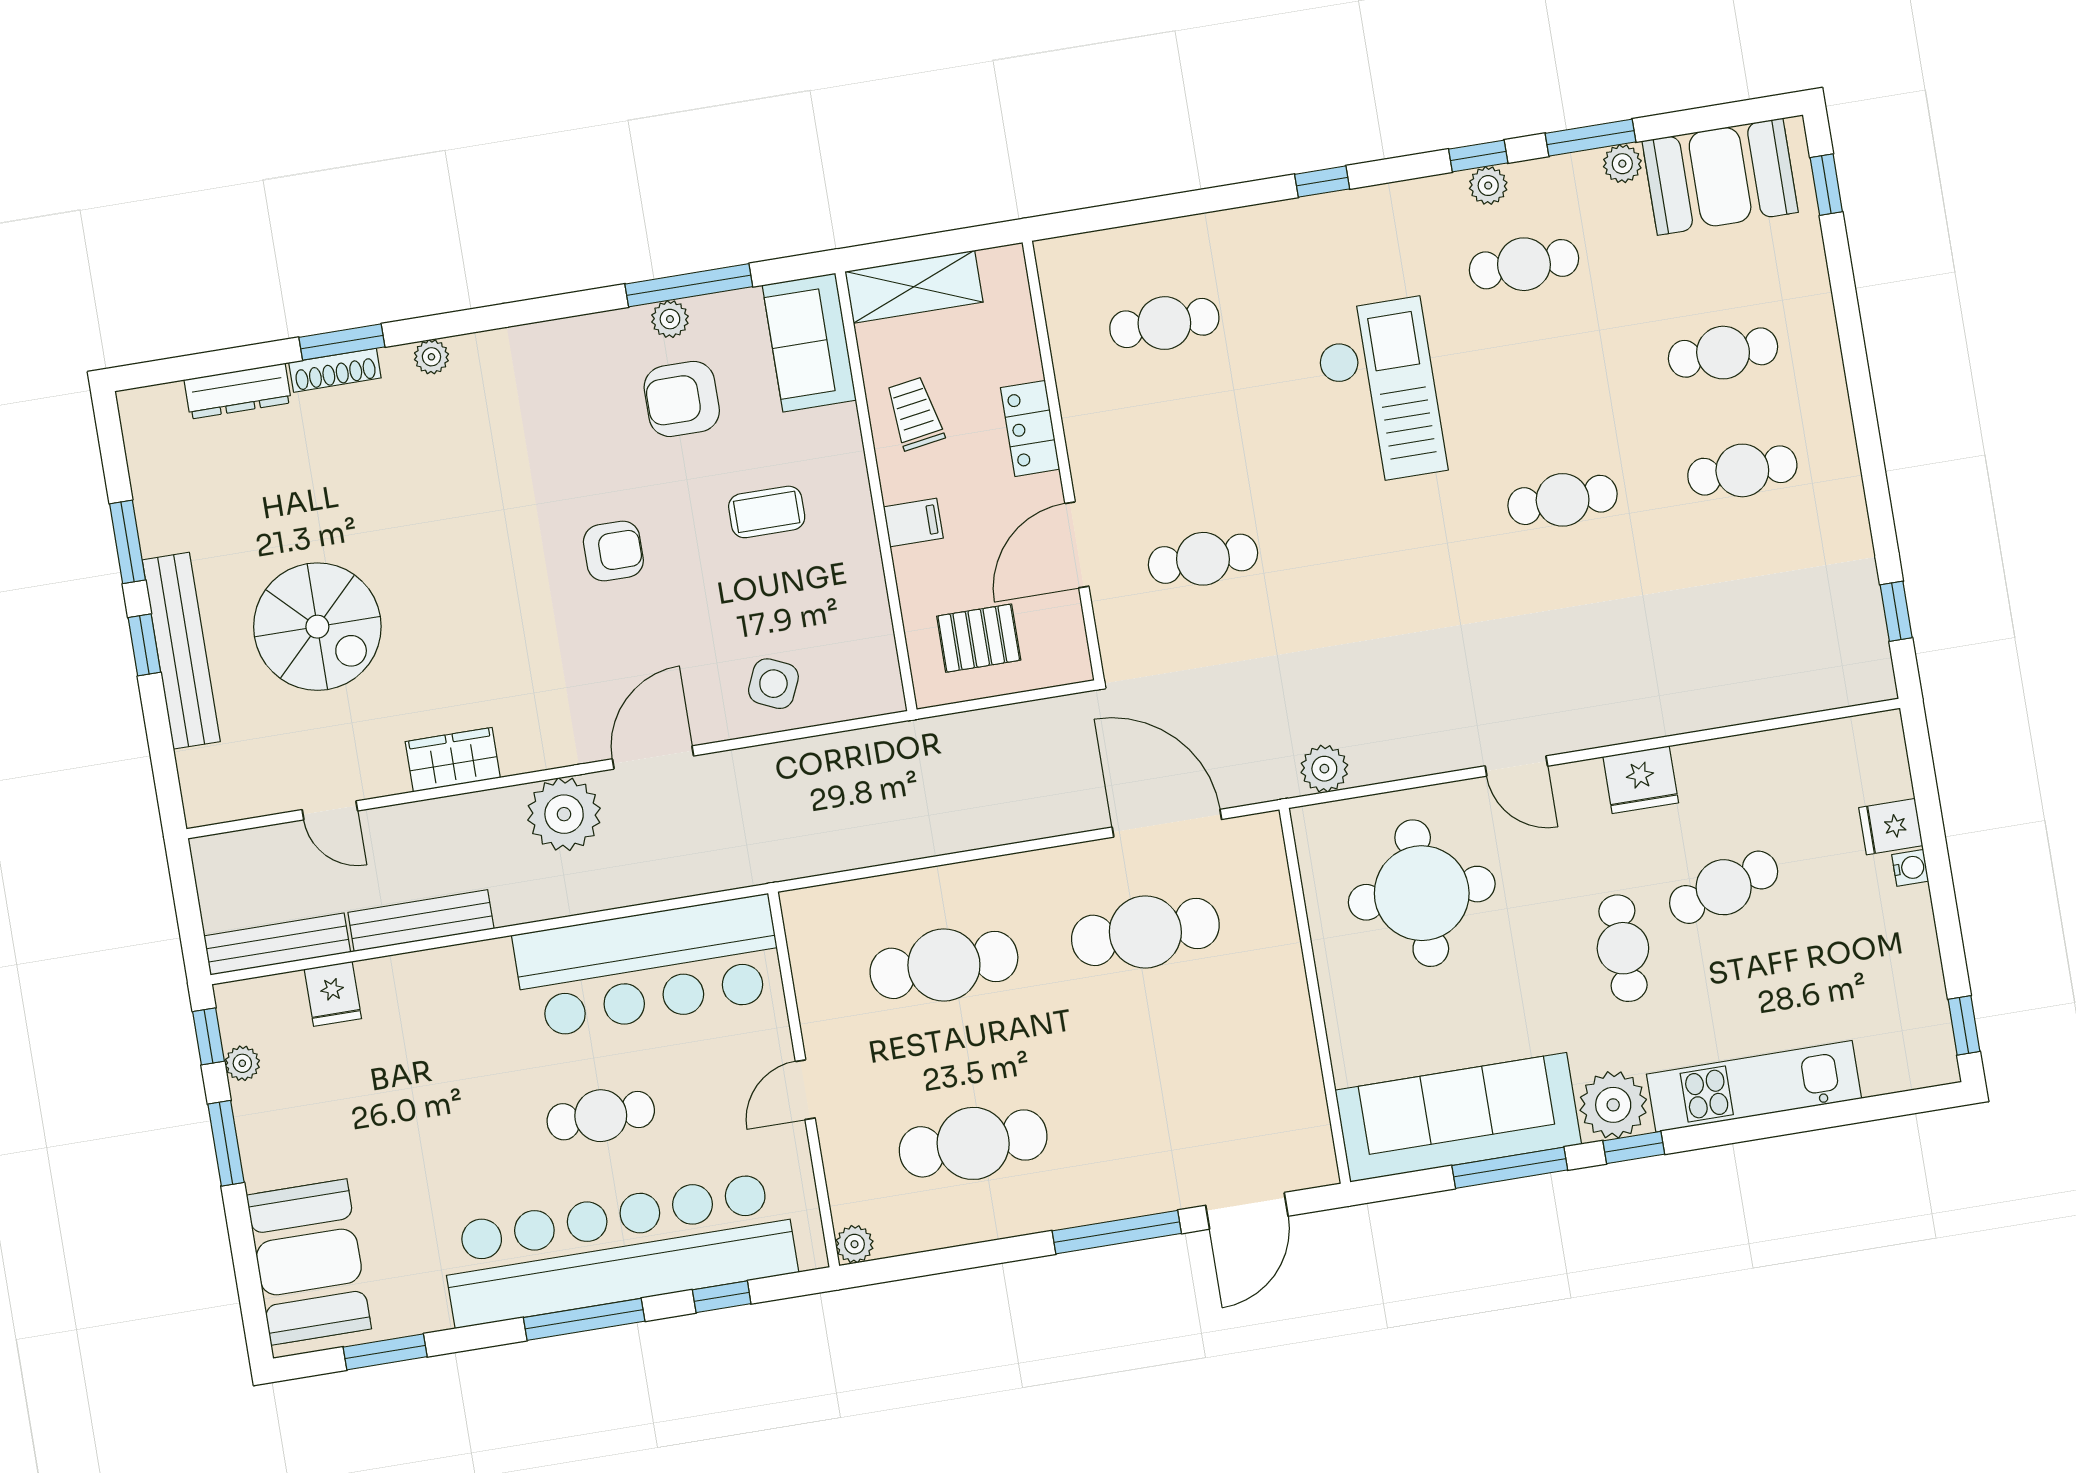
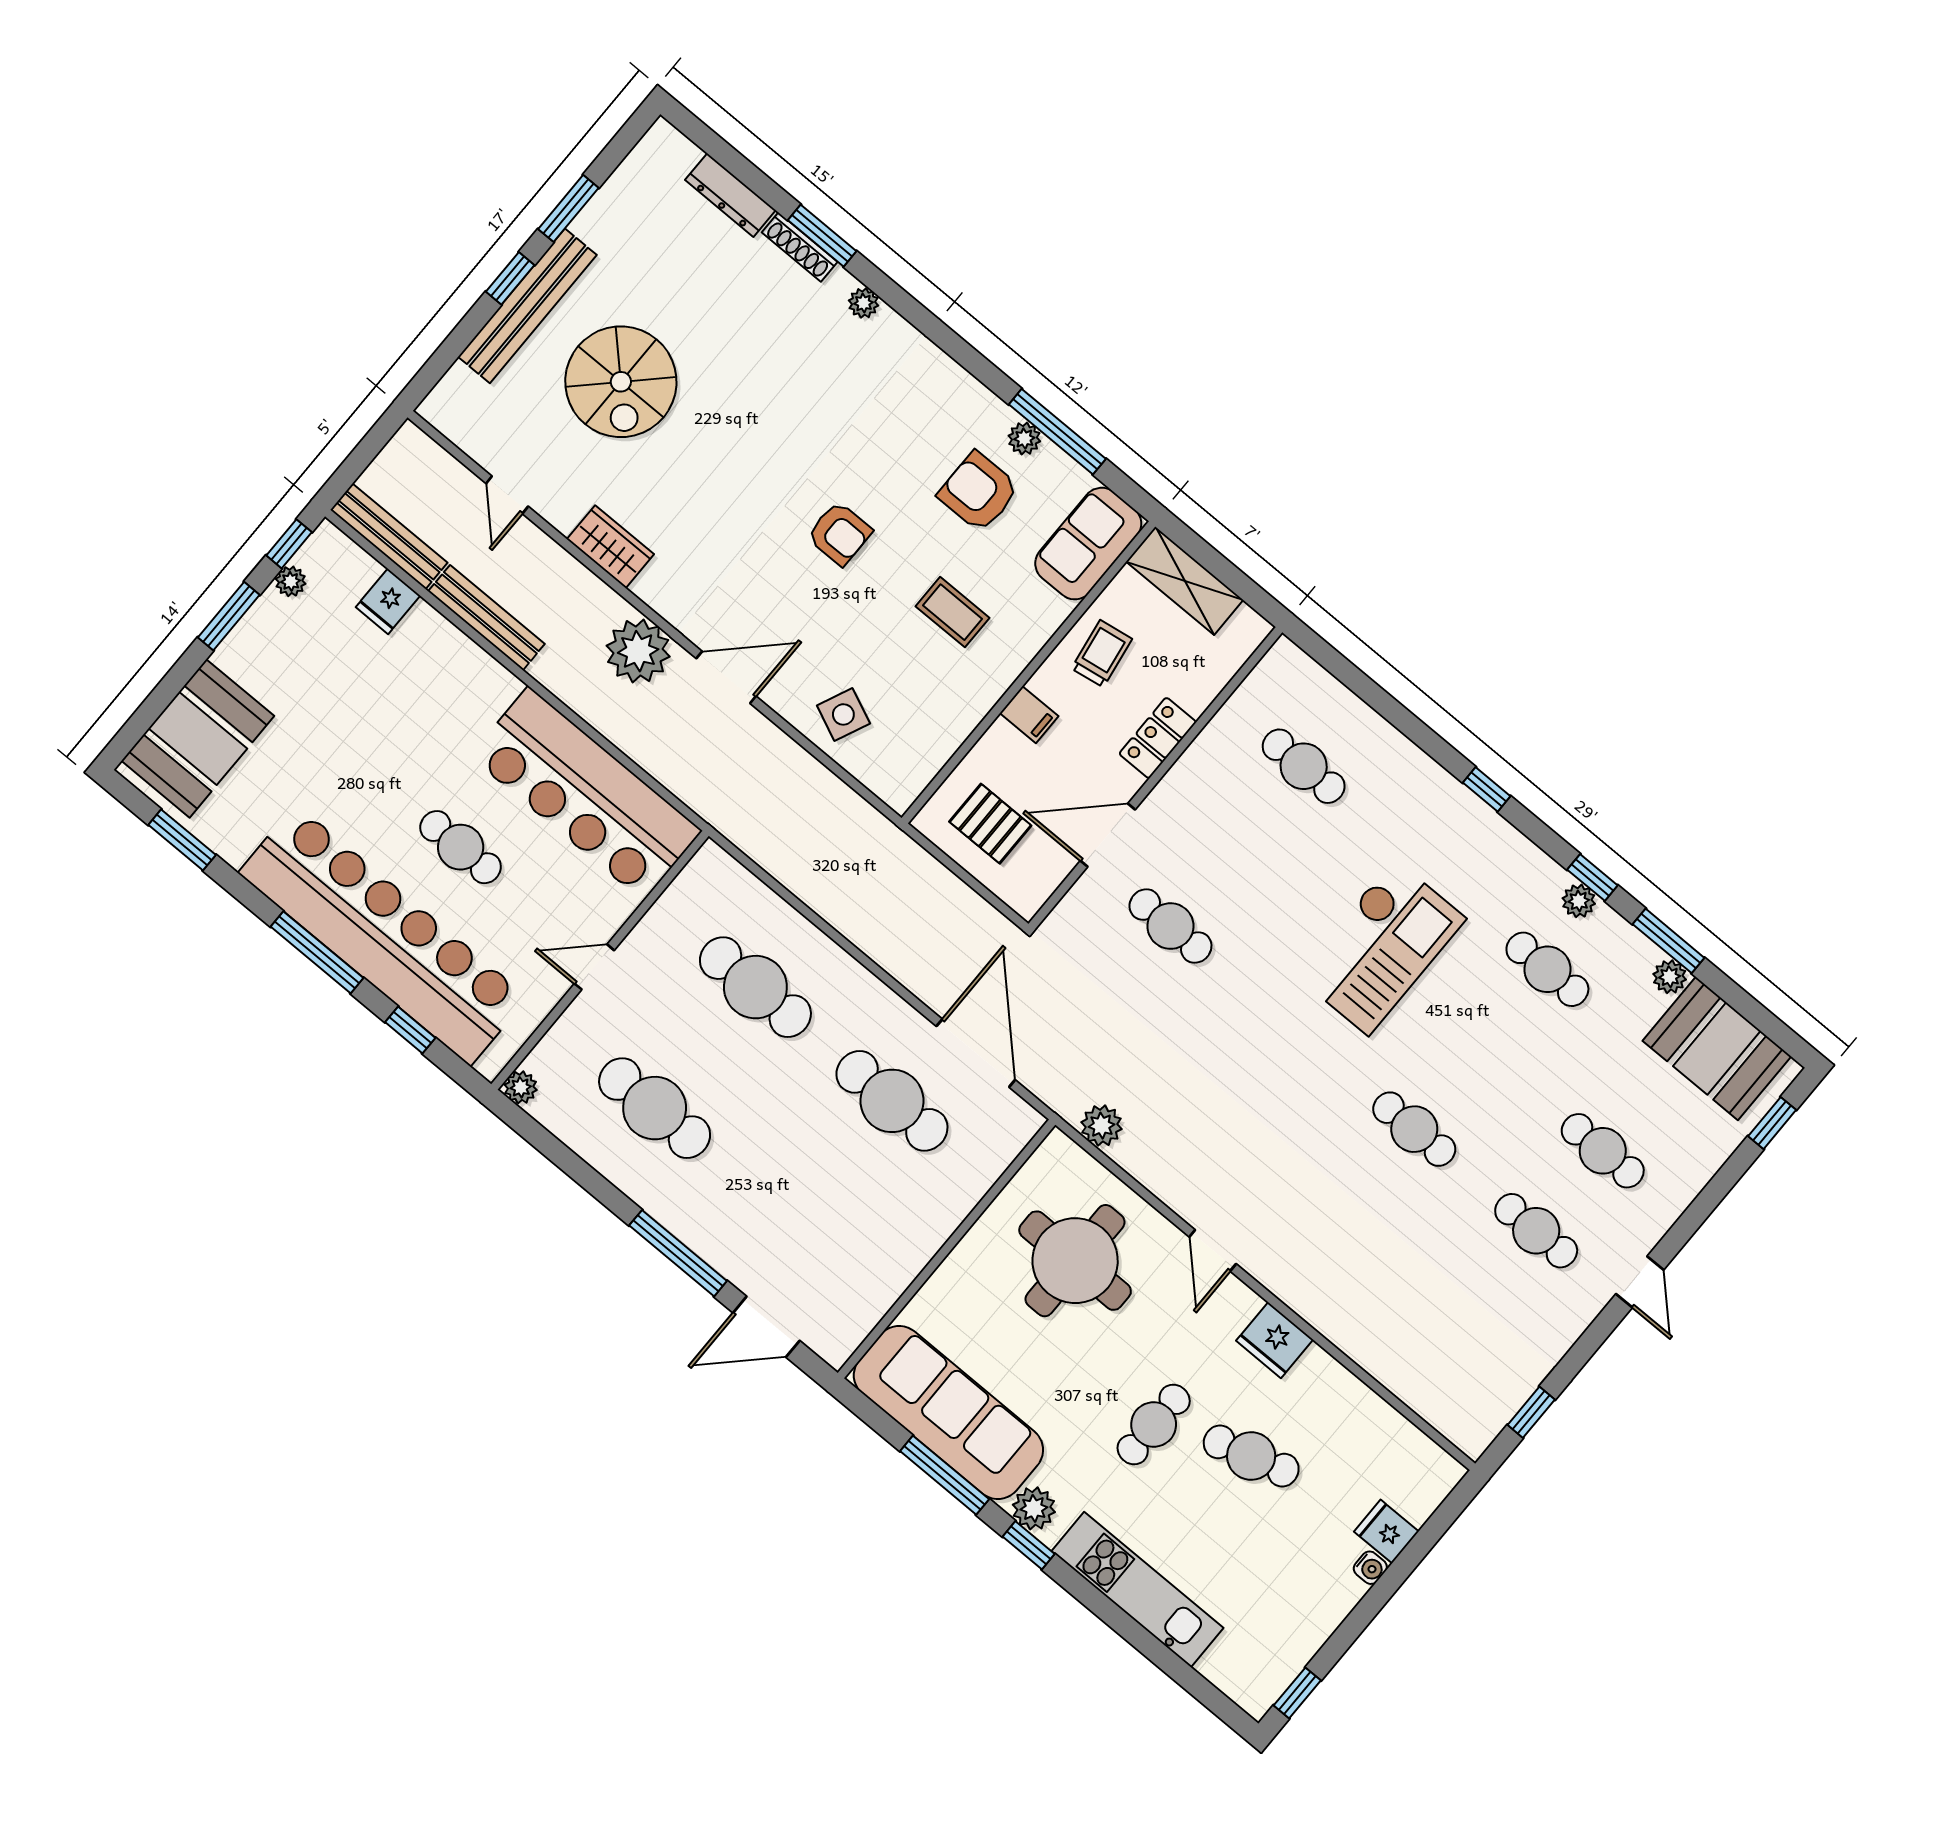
door: (1865, 419) -> (1640, 1282), added
plant: (1613, 1105) -> (1034, 1508), width x0.73, depth x0.73

